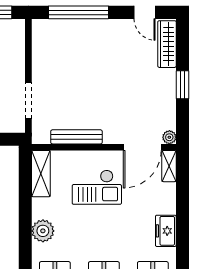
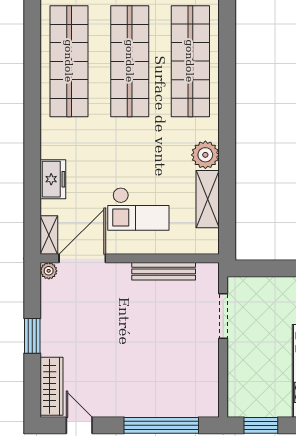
shelving: (41, 174) -> (208, 199), moved
checkout: (97, 187) -> (138, 209), turned 180
freezer: (166, 231) -> (53, 179), moved

